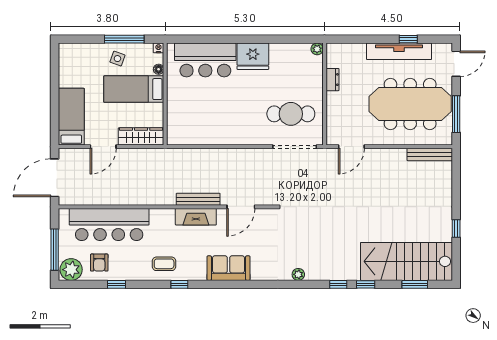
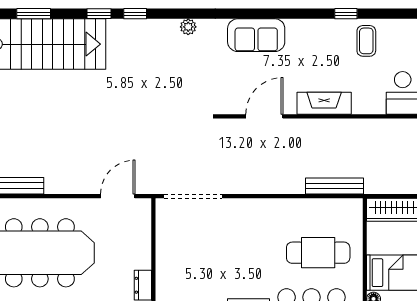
cafe table: (291, 114) -> (318, 253), moved
bench: (198, 199) -> (335, 186), moved
coffee table: (164, 264) -> (366, 41), turned 90
sofa: (228, 268) -> (256, 35), moved

